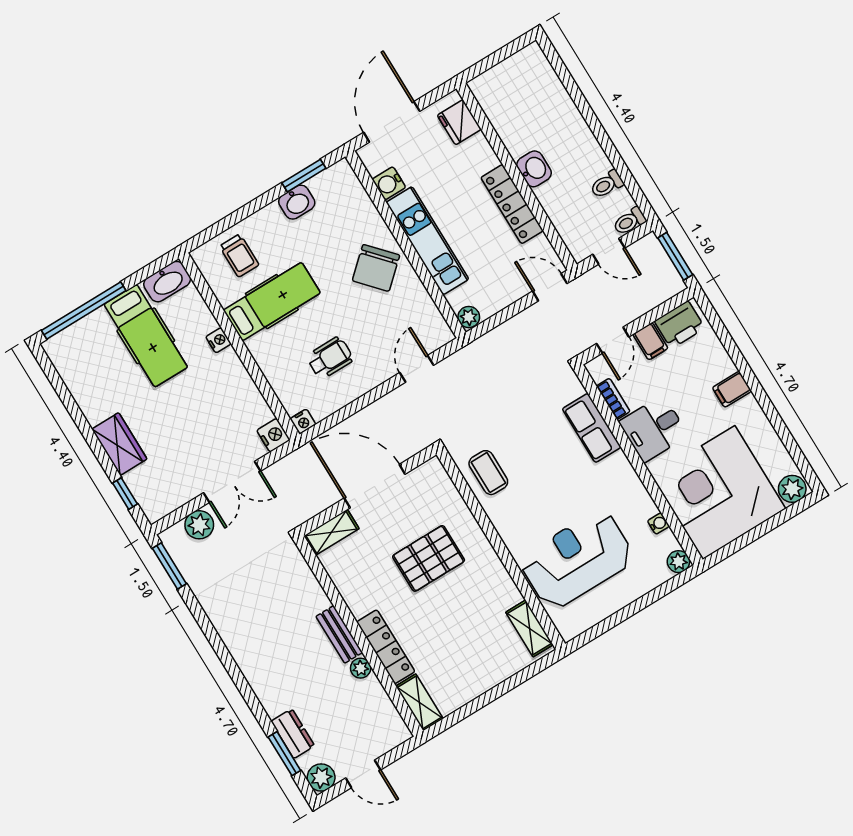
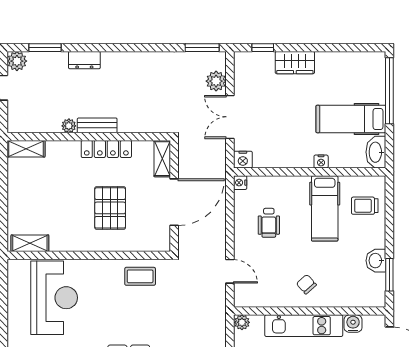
chair: (376, 268) -> (306, 284), width x0.54, depth x0.54
locker: (386, 647) -> (106, 149), moved
dresser: (293, 734) -> (84, 60), moved

